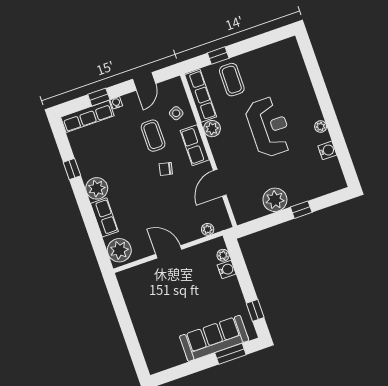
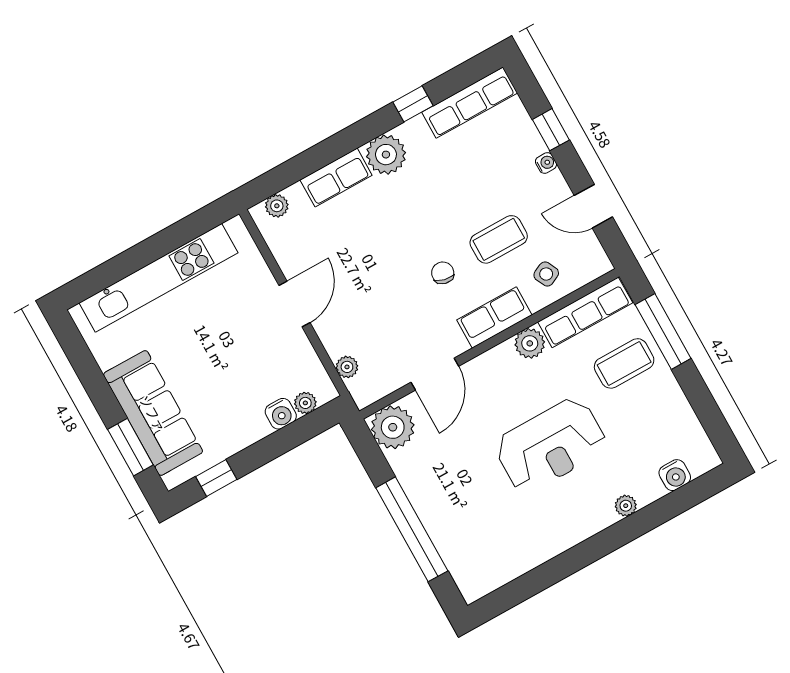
window: (218, 56) -> (663, 331), width x2.17
row of seats: (87, 116) -> (470, 103), moved, turned -90
plant: (321, 127) -> (626, 506), moved
water cooler: (327, 150) -> (675, 475), moved
door: (220, 183) -> (435, 374), swing flipped
plant: (275, 200) -> (393, 427), moved
window: (301, 210) -> (412, 529), width x3.17
plant: (119, 250) -> (277, 206), width x0.53, depth x0.53
kitchen unit: (142, 323) -> (159, 278), added

